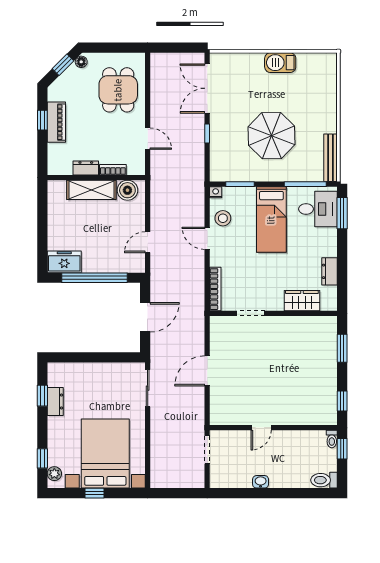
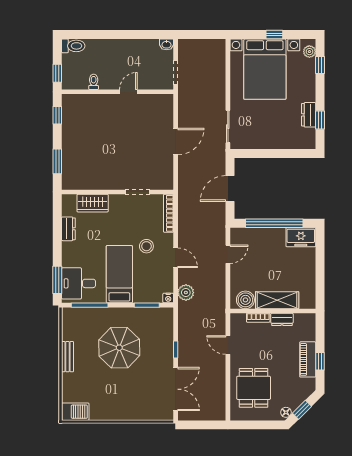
barbecue: (280, 63) -> (75, 412), moved
bench: (331, 158) -> (68, 357), moved, width x0.73
plant: (195, 199) -> (186, 293), added
stool: (223, 218) -> (146, 246), moved
toilet: (332, 439) -> (94, 82), moved
washbasin: (261, 482) -> (167, 44), moved

